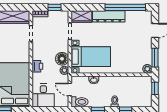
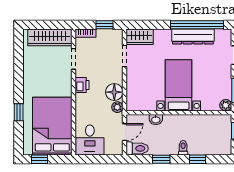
dresser: (109, 16) -> (193, 36), moved
bed with nightstands: (91, 57) -> (179, 85), moved, turned -90
printer: (37, 66) -> (82, 85), moved
door: (70, 89) -> (124, 132), swing flipped

